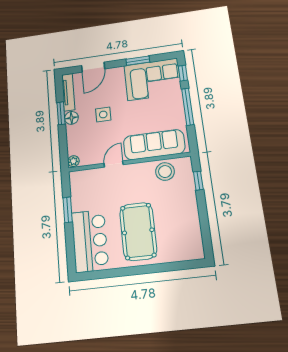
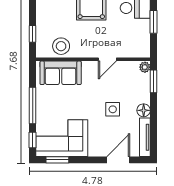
window: (138, 61) -> (57, 160), moved
window: (61, 113) -> (153, 81), moved
sofa: (154, 145) -> (61, 73), width x0.73

